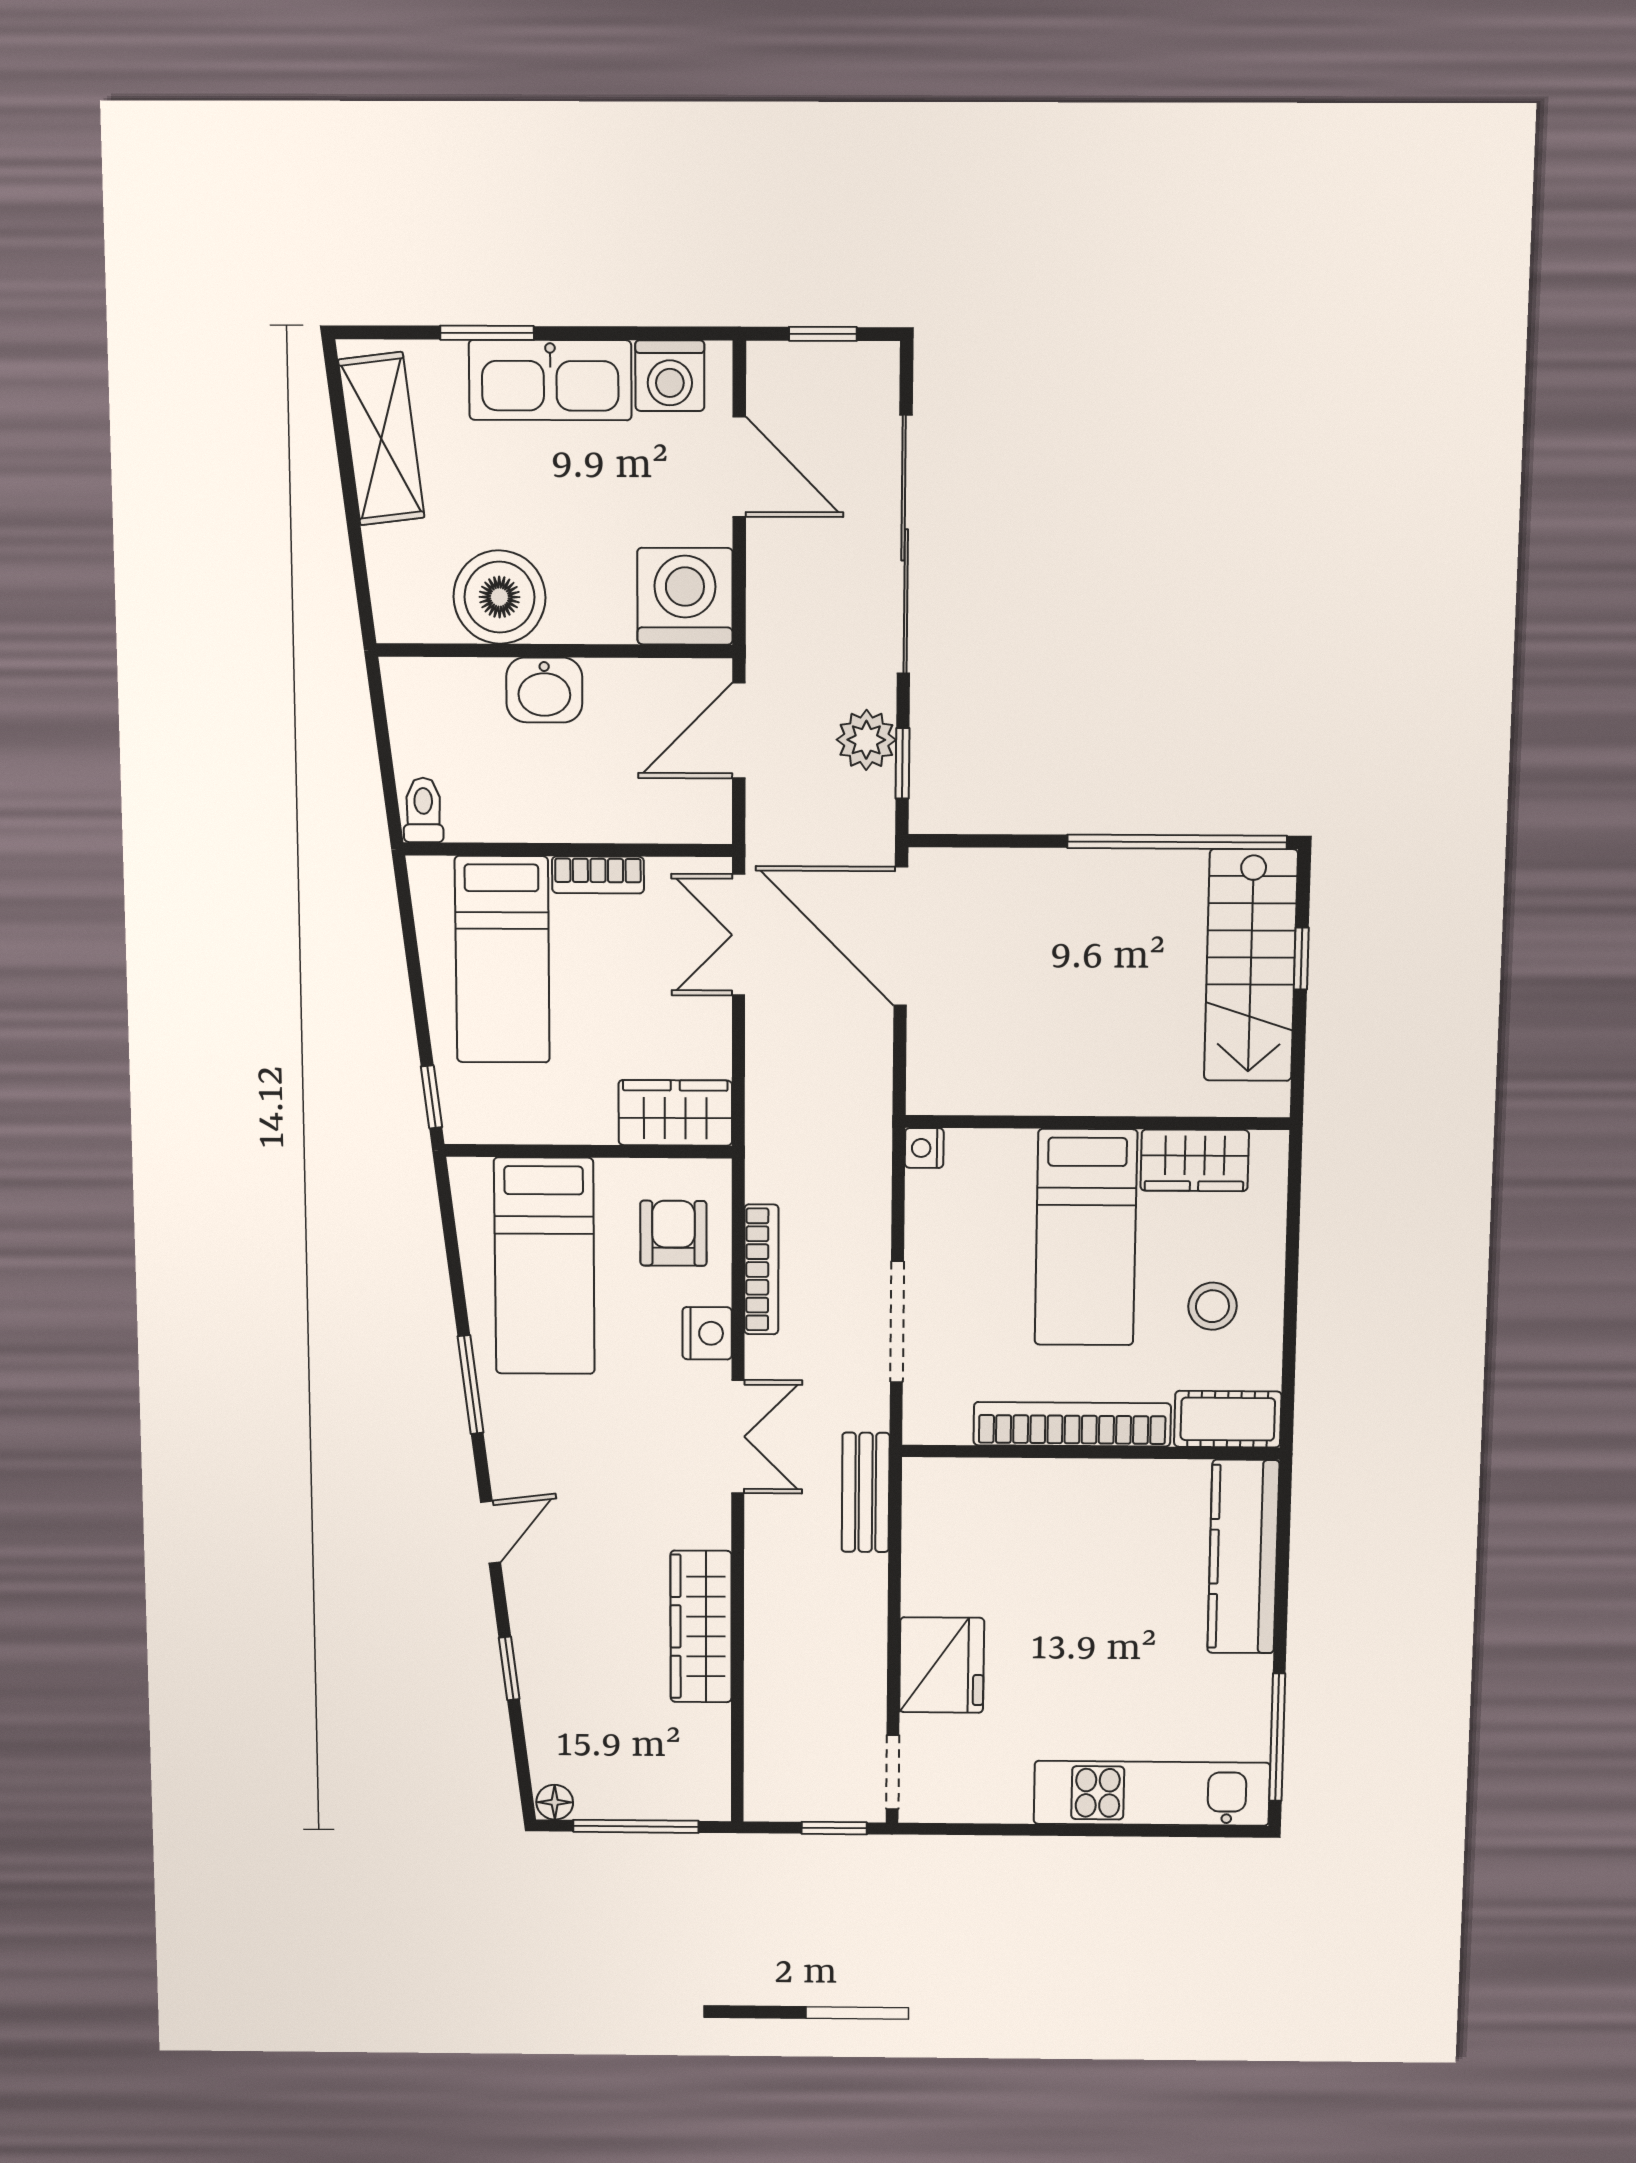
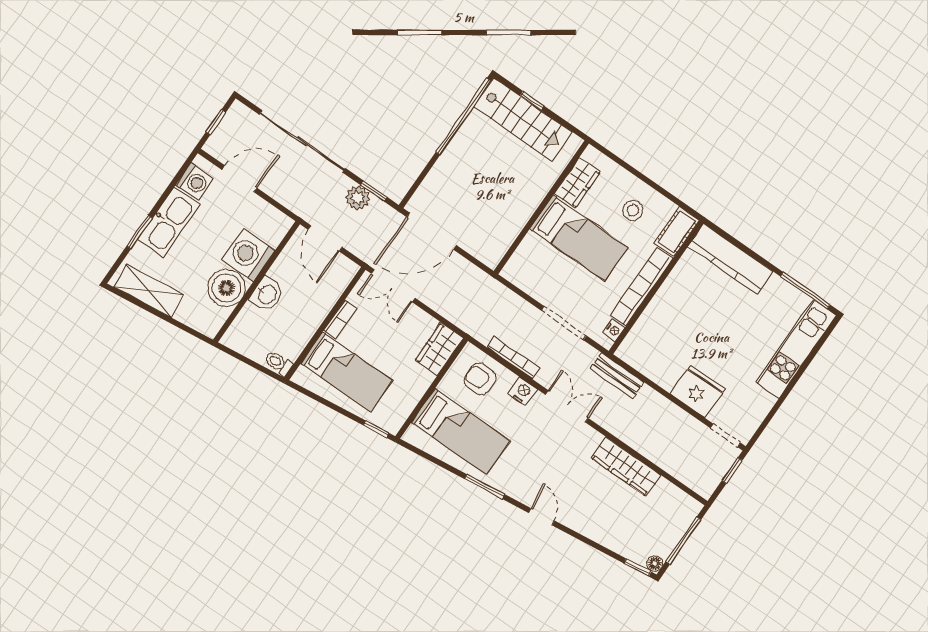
washing machine: (685, 596) -> (249, 255), moved
nightstand: (924, 1148) -> (614, 330), moved, turned -90
window: (509, 1668) -> (637, 568), moved

